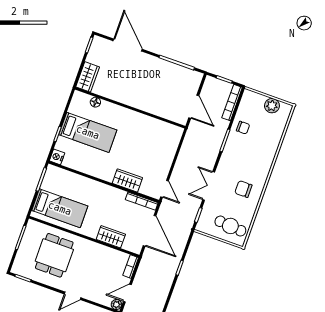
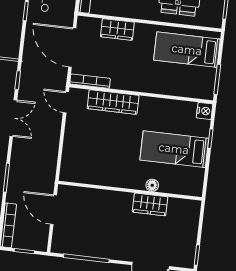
wardrobe: (88, 77) -> (150, 204), moved, turned -90
floor lamp: (95, 102) -> (152, 185), moved
wardrobe: (127, 180) -> (113, 102), width x1.50

